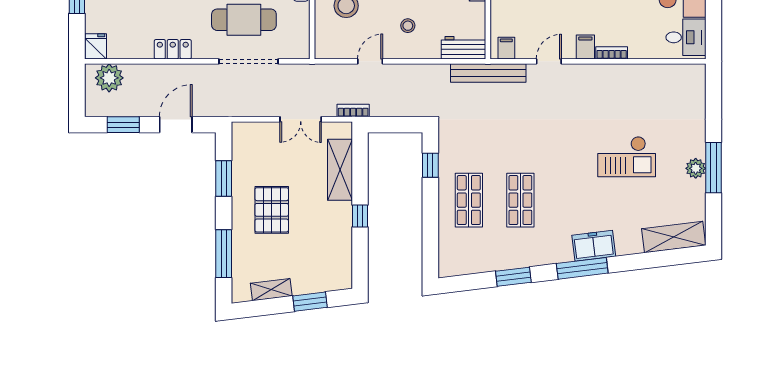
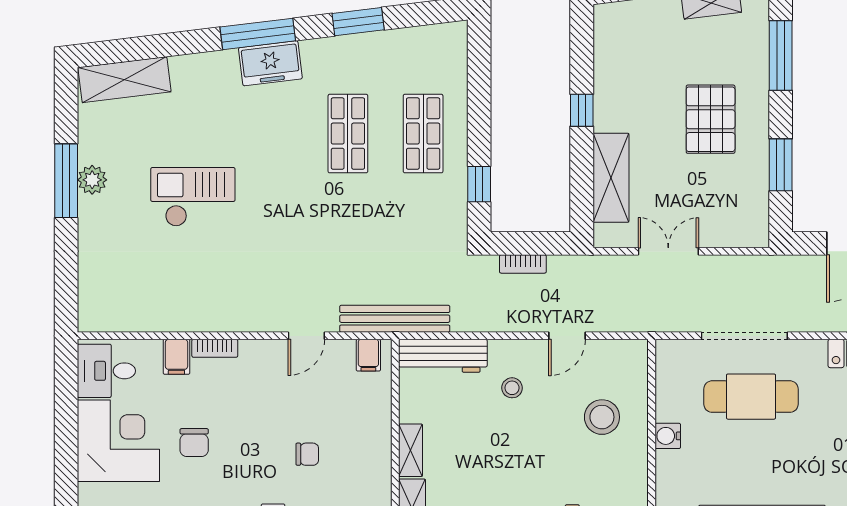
filing cabinet: (585, 47) -> (176, 357), moved
workbench: (464, 48) -> (443, 356), width x1.38
bookcase: (353, 111) -> (523, 264), moved
freezer: (594, 246) -> (270, 63), moved

